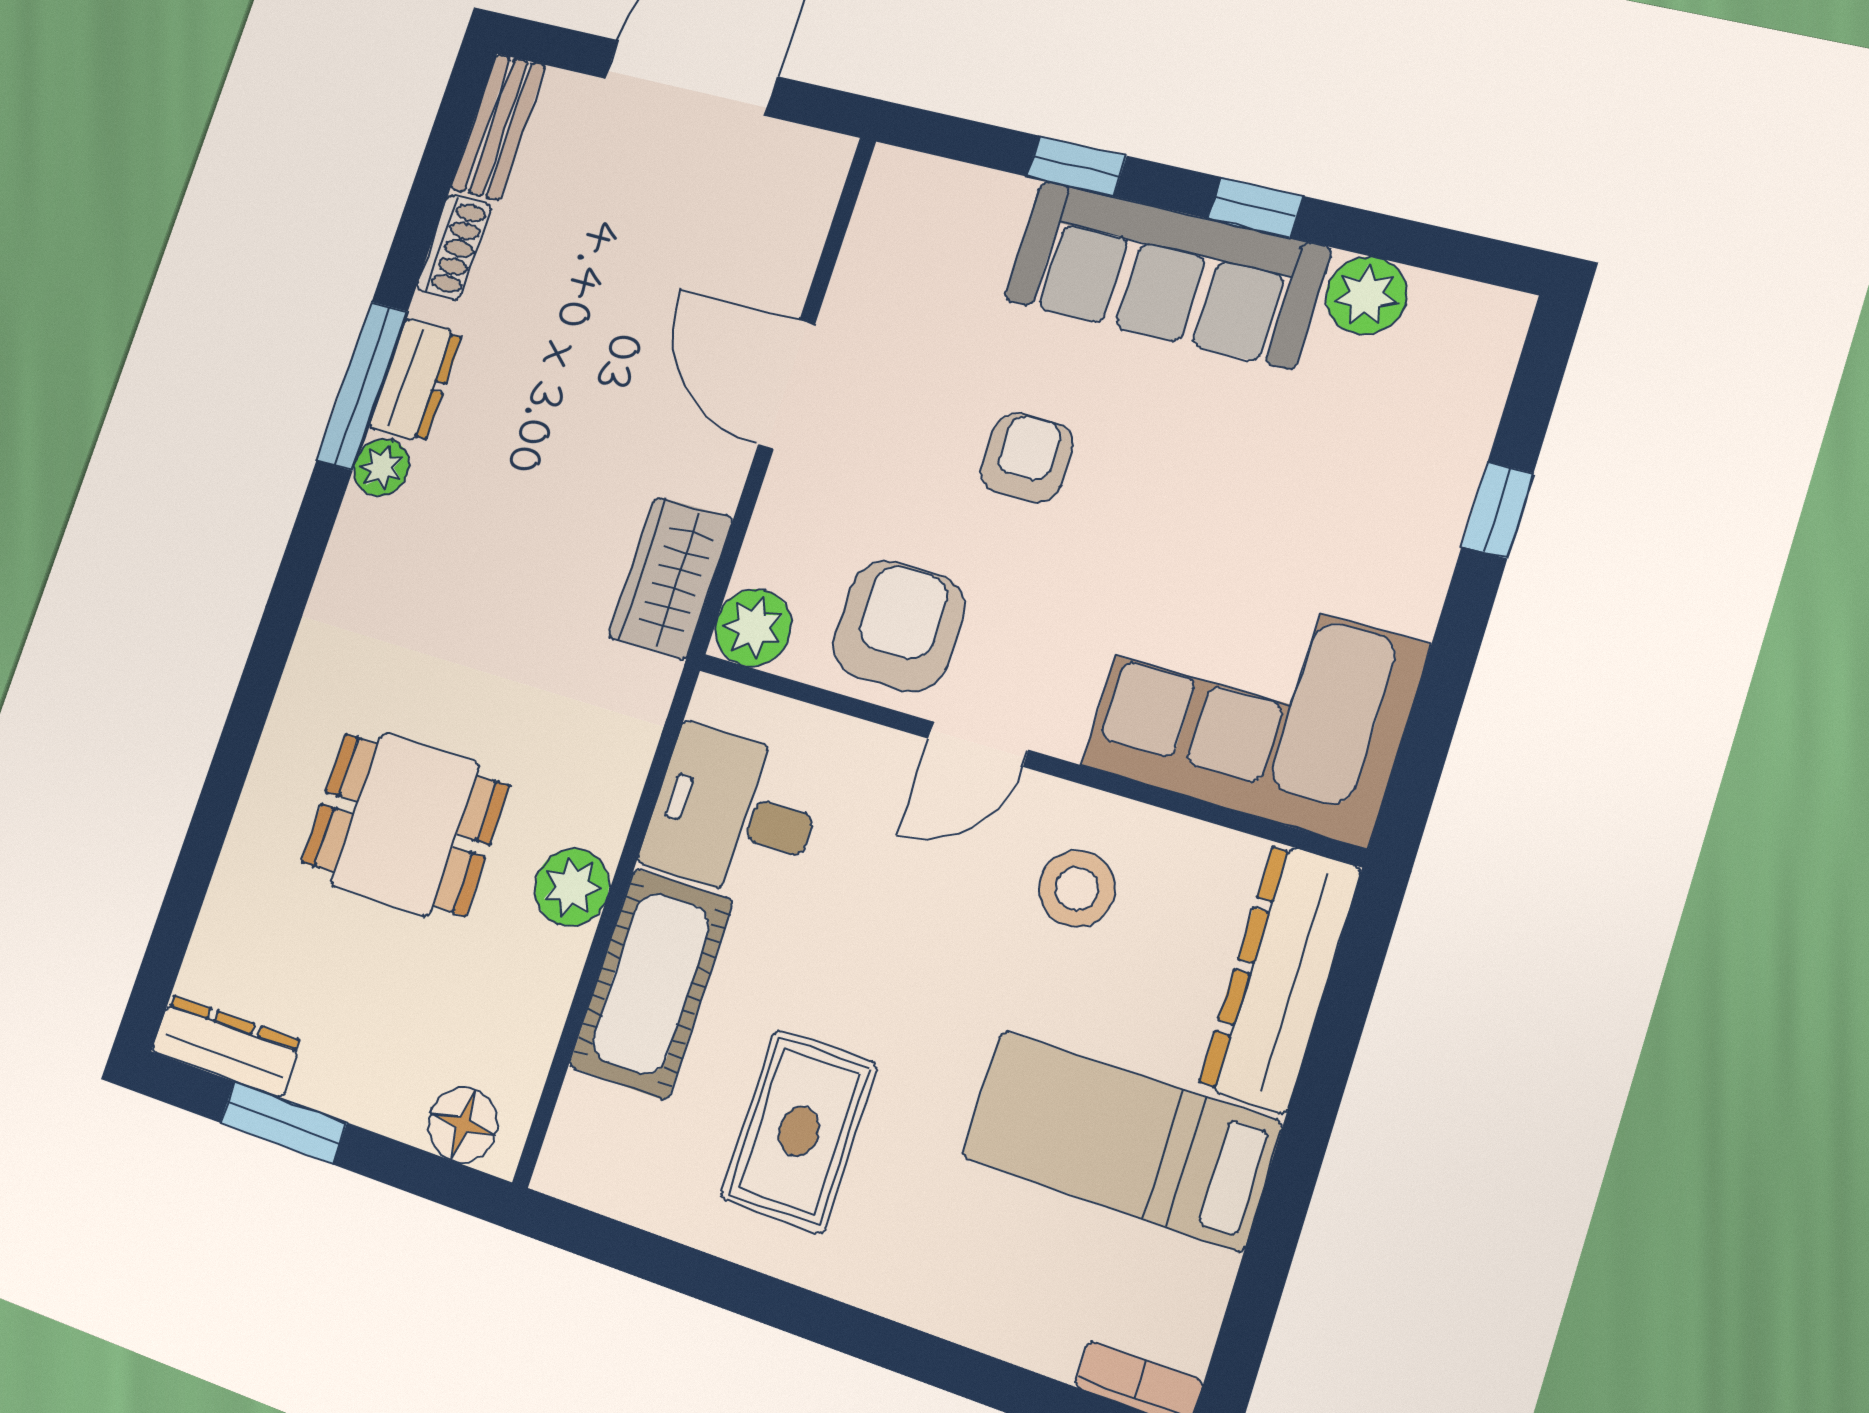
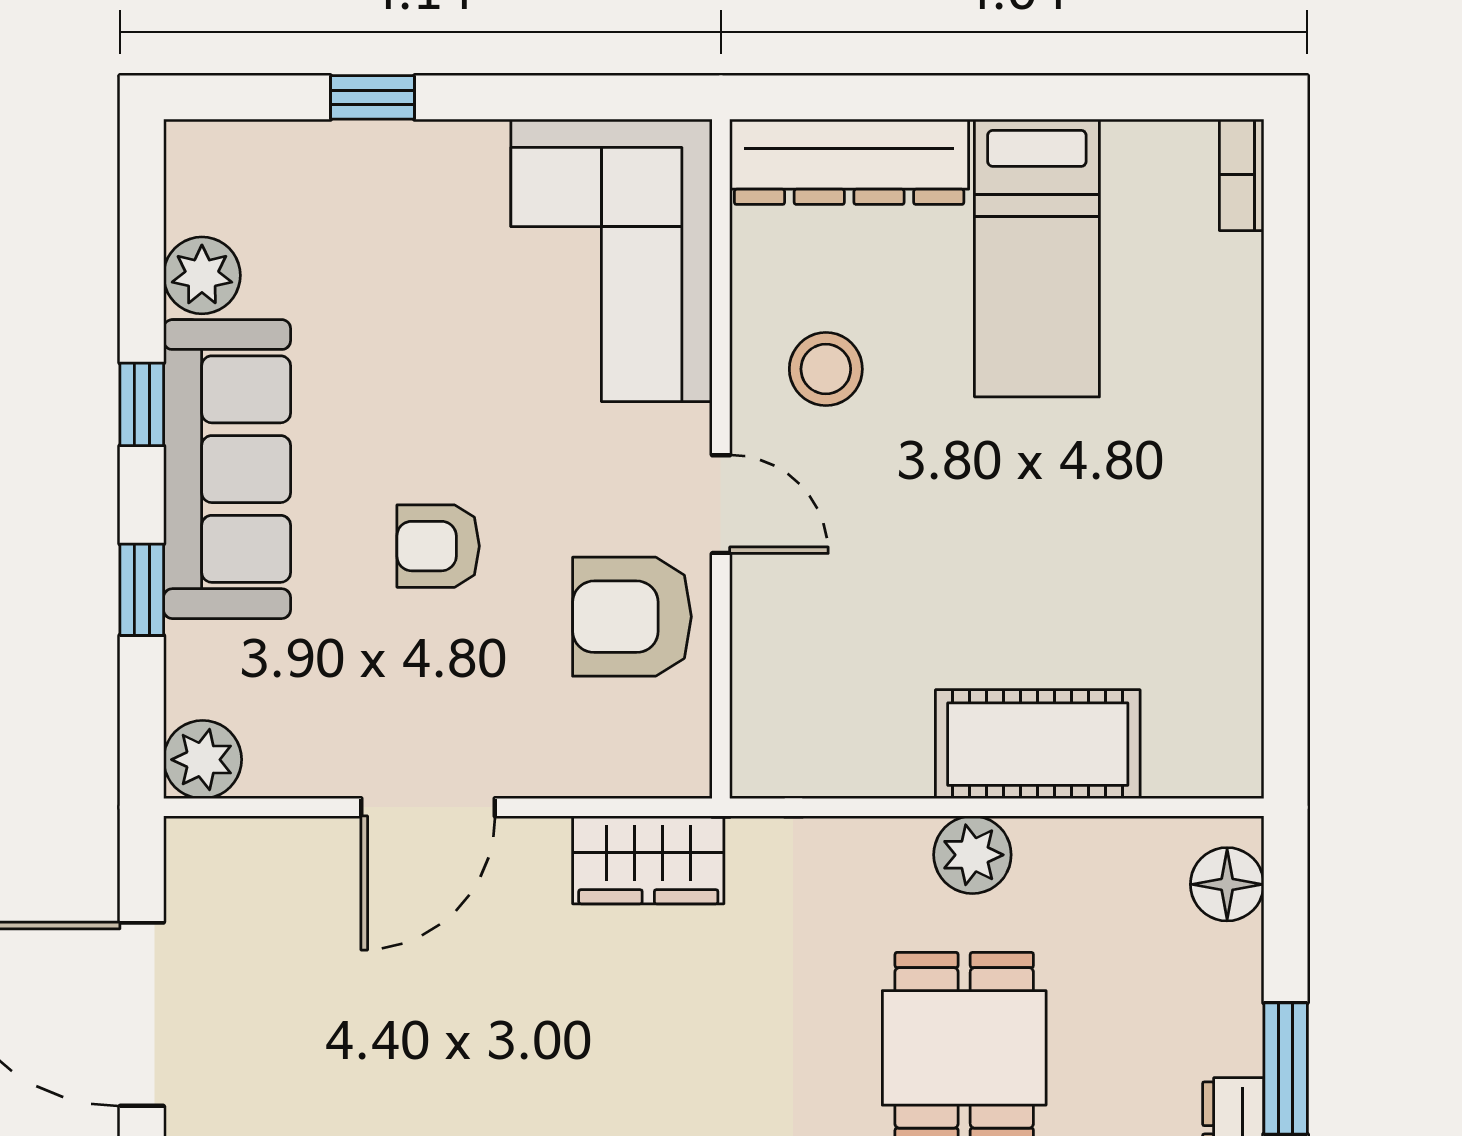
plant: (753, 628) -> (203, 760), moved
desk: (734, 814) -> (855, 718), removed
rug: (799, 1131) -> (1126, 555), removed

